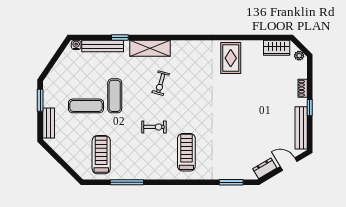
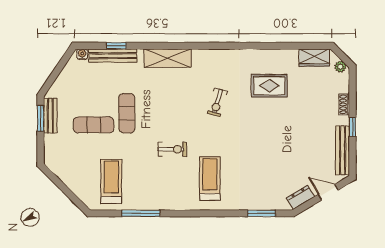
window: (120, 38) -> (116, 46), moved
rug: (231, 58) -> (269, 86), moved, turned 90
exercise bike: (161, 83) -> (217, 103), moved
bench: (49, 123) -> (50, 116), moved

